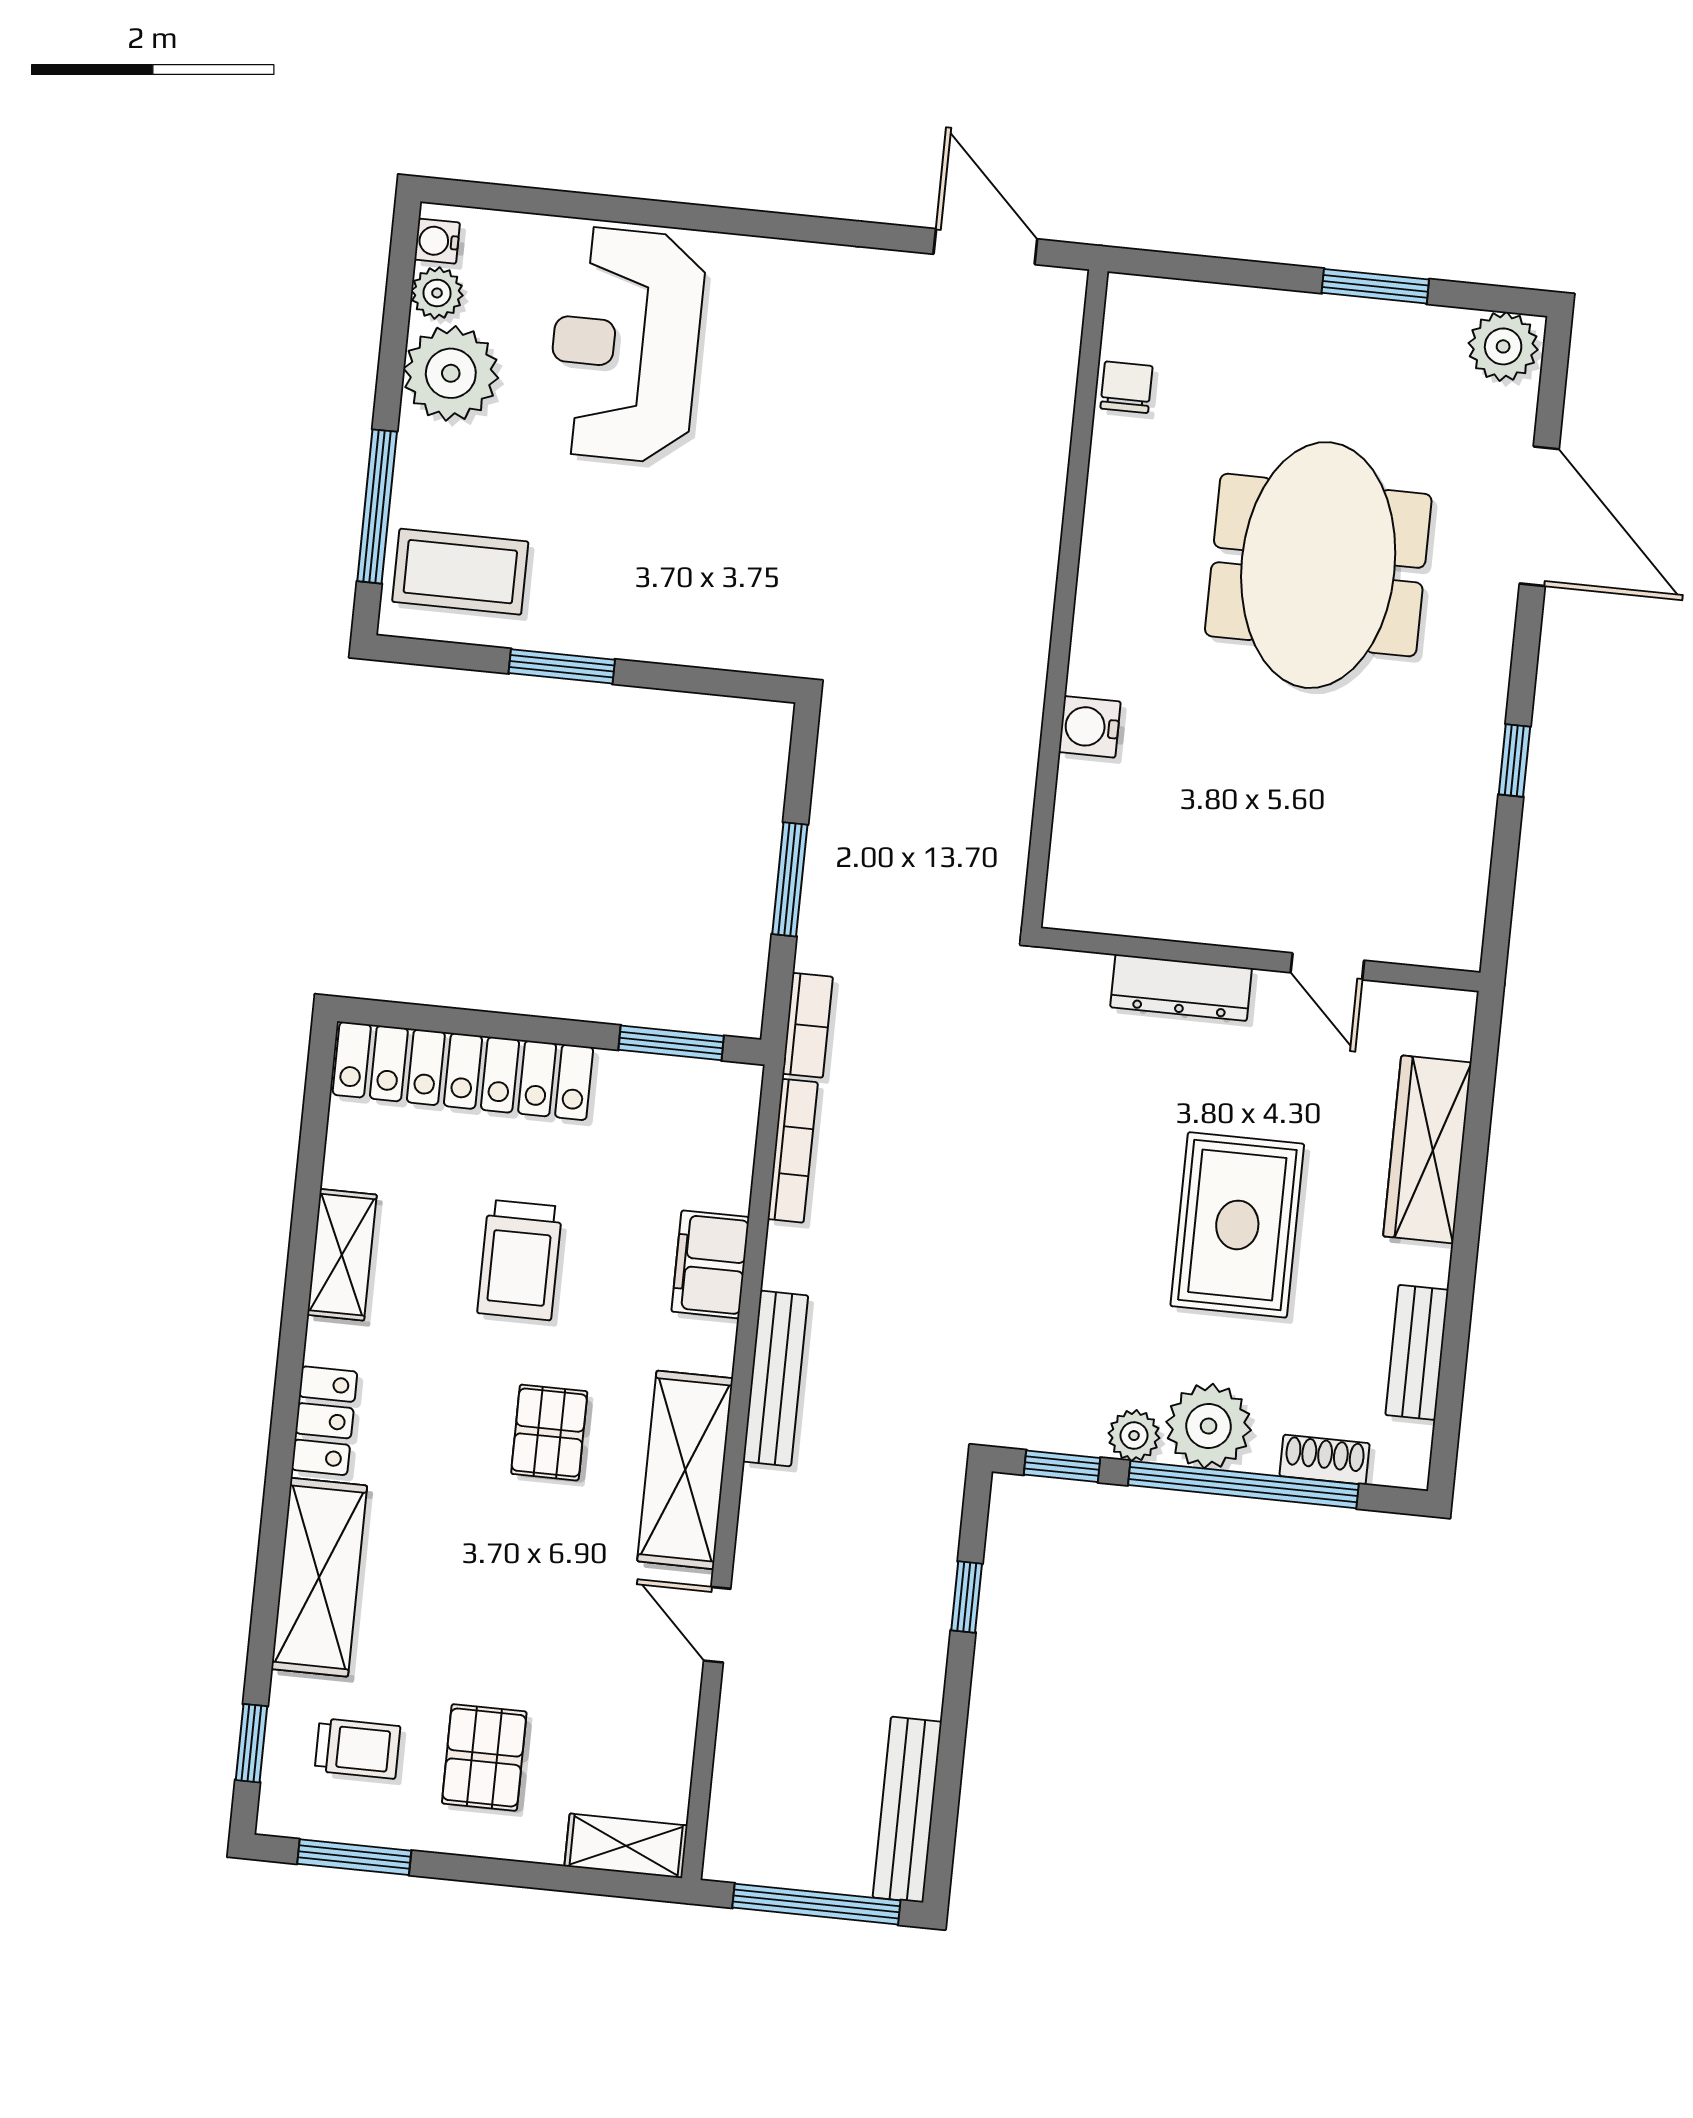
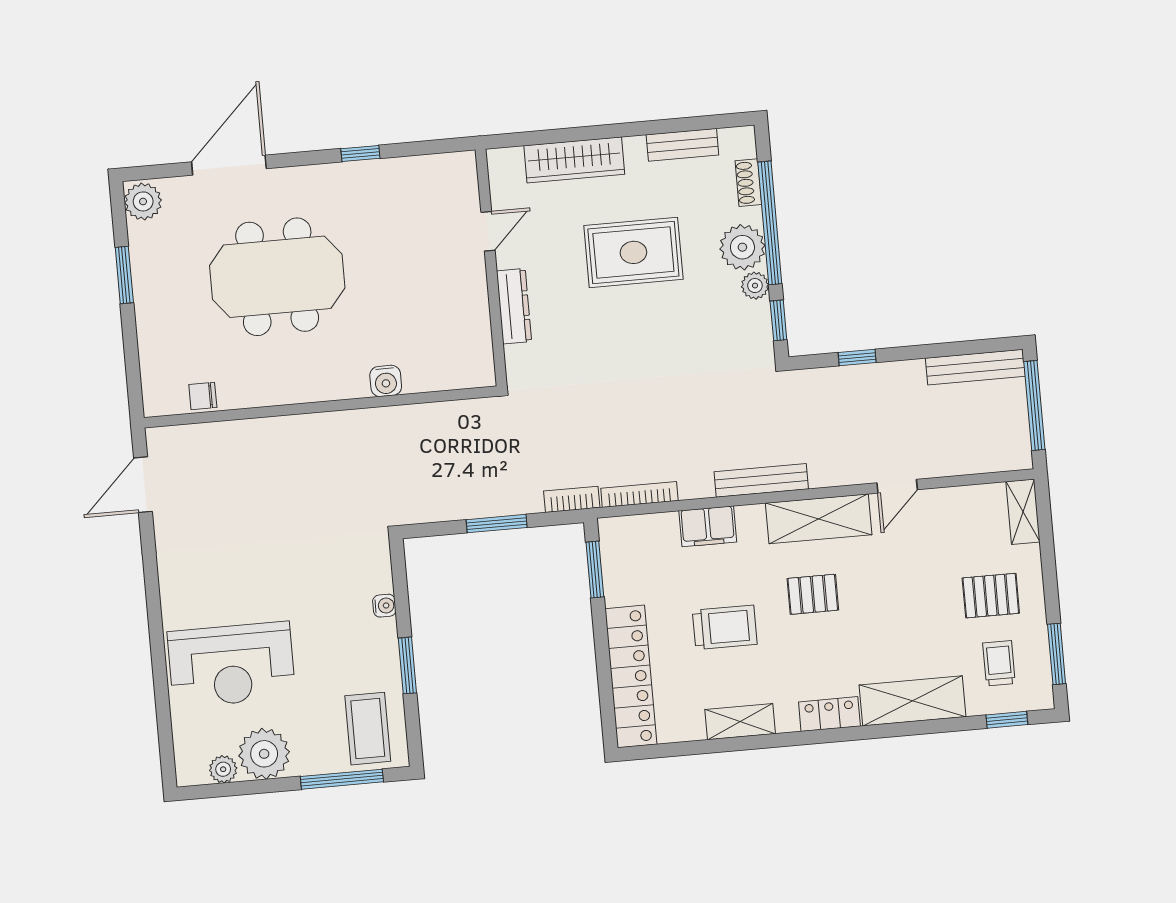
water cooler: (437, 241) -> (384, 606), moved, turned -90

